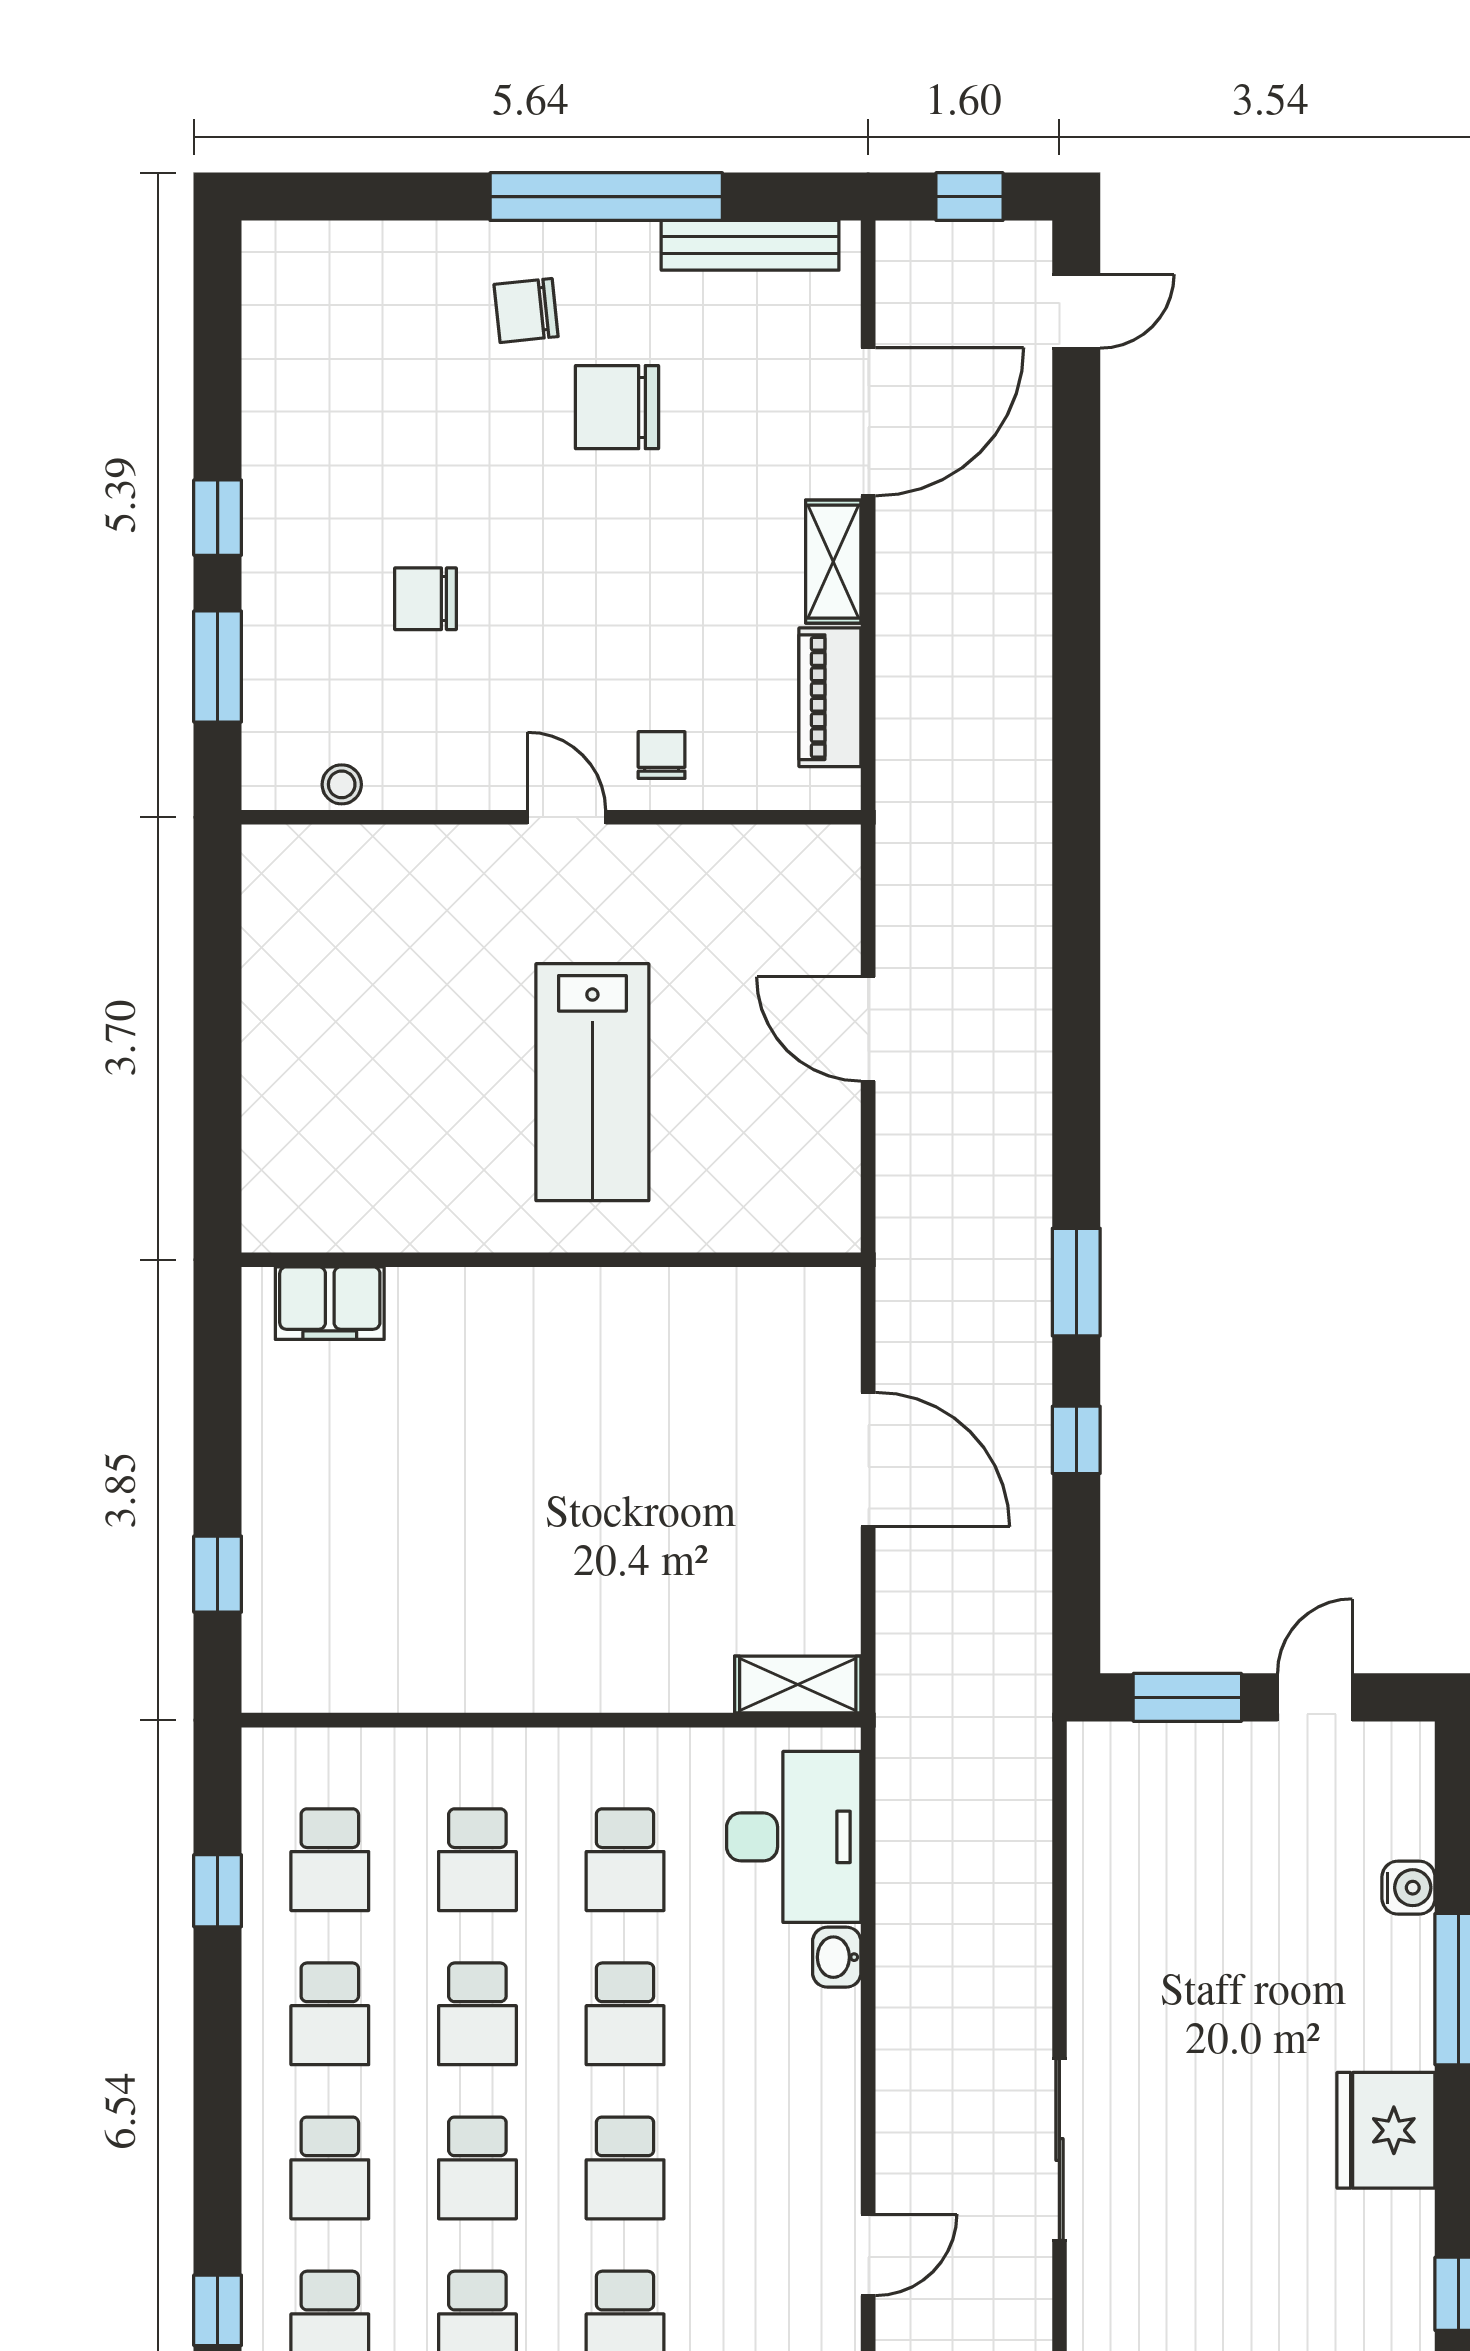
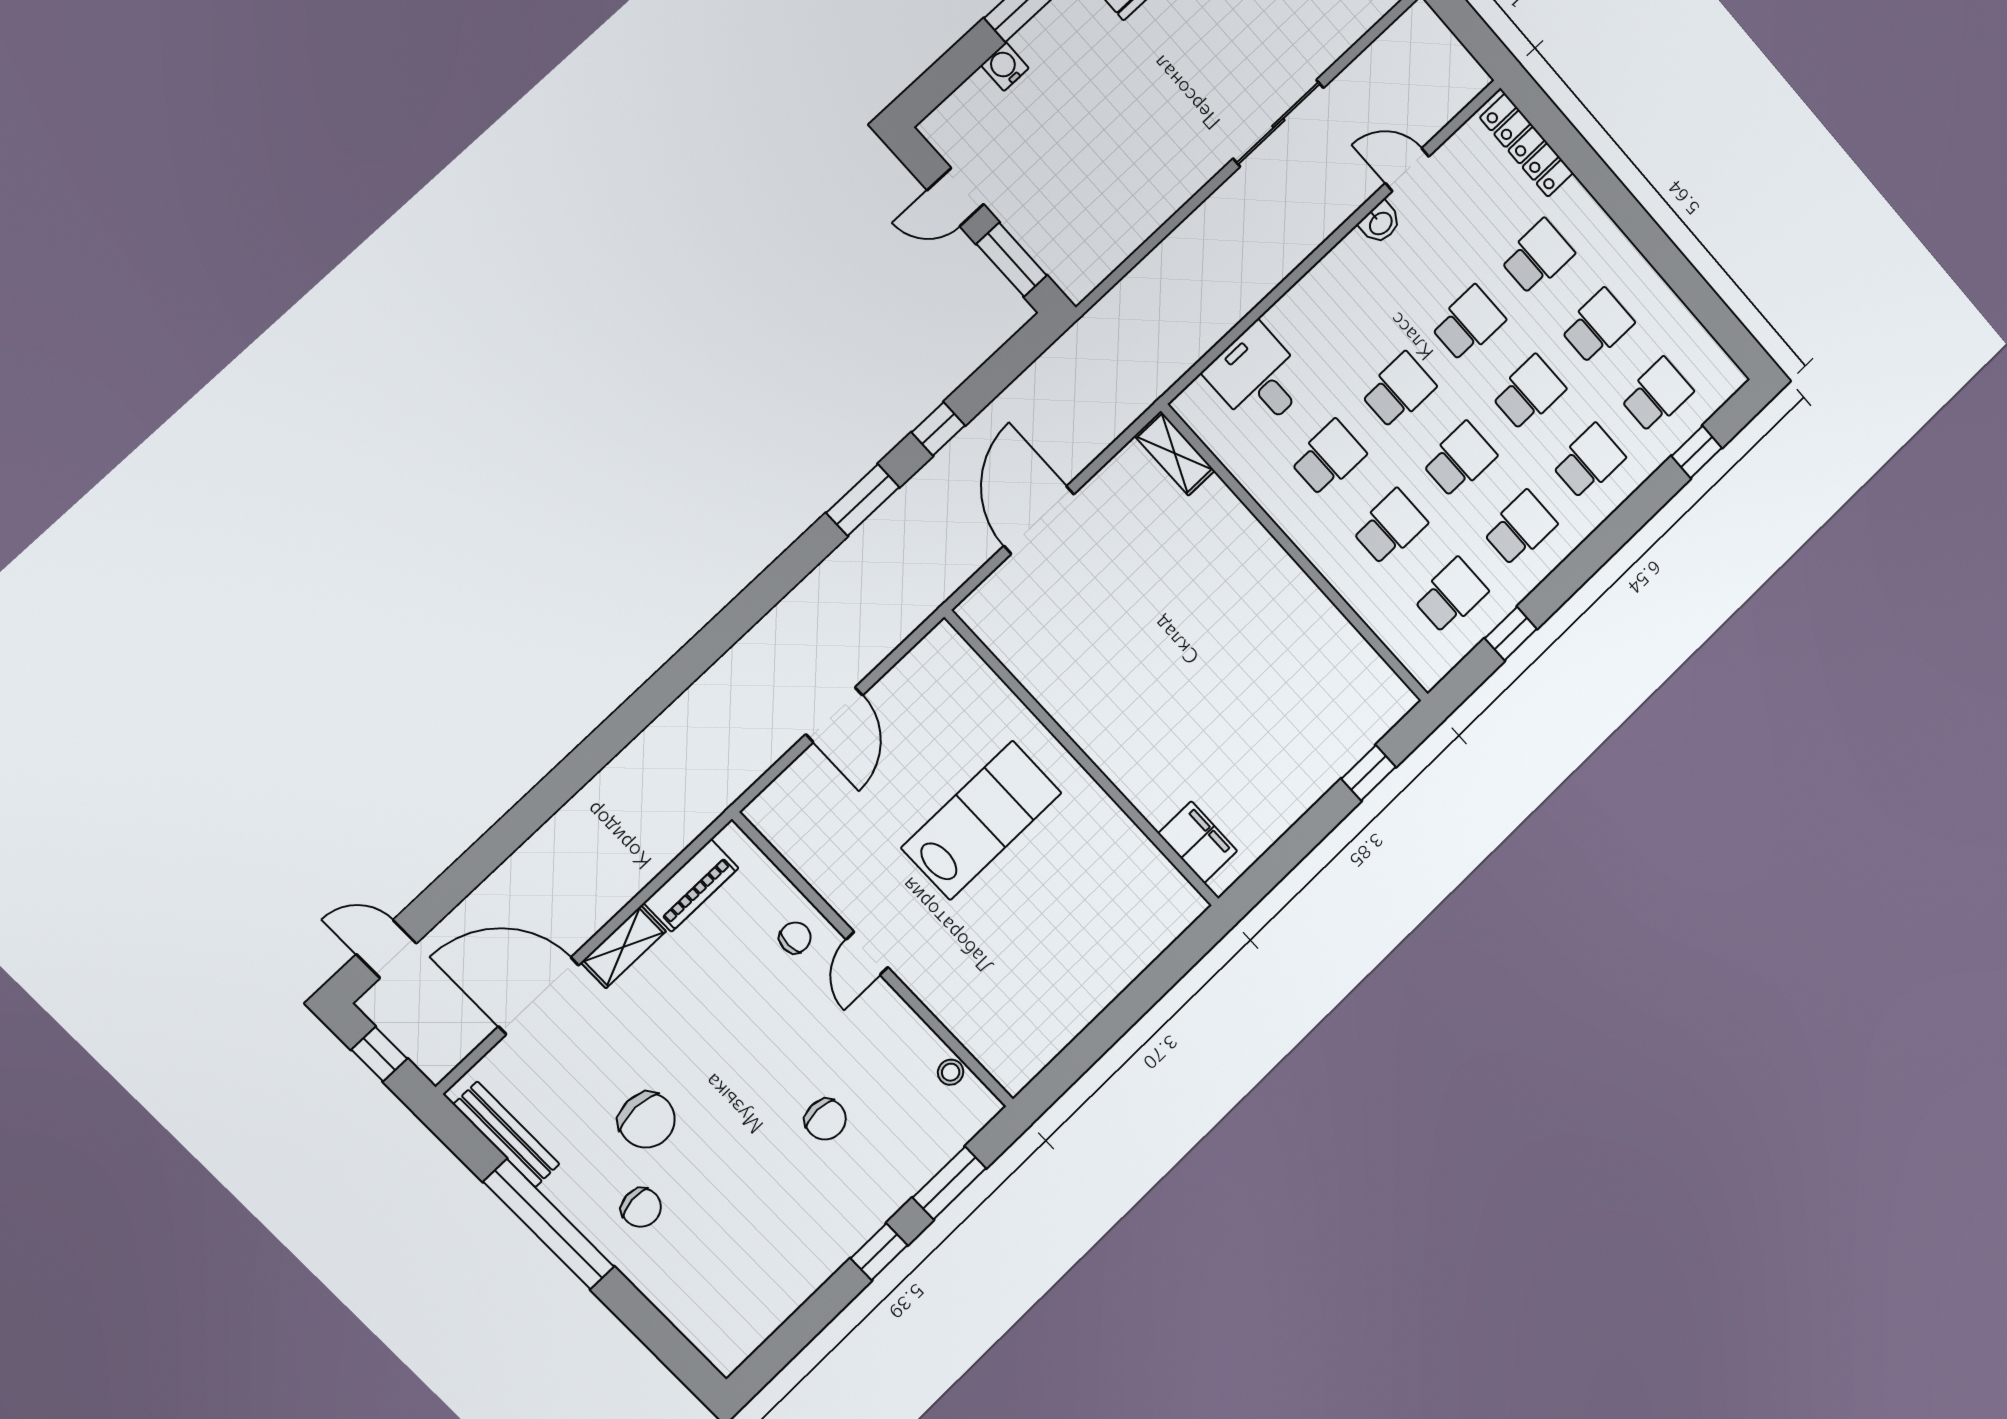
chair: (662, 755) -> (795, 938), turned 180
desk: (794, 1837) -> (1258, 378), width x0.73
washbasin: (837, 1957) -> (1380, 223), moved

